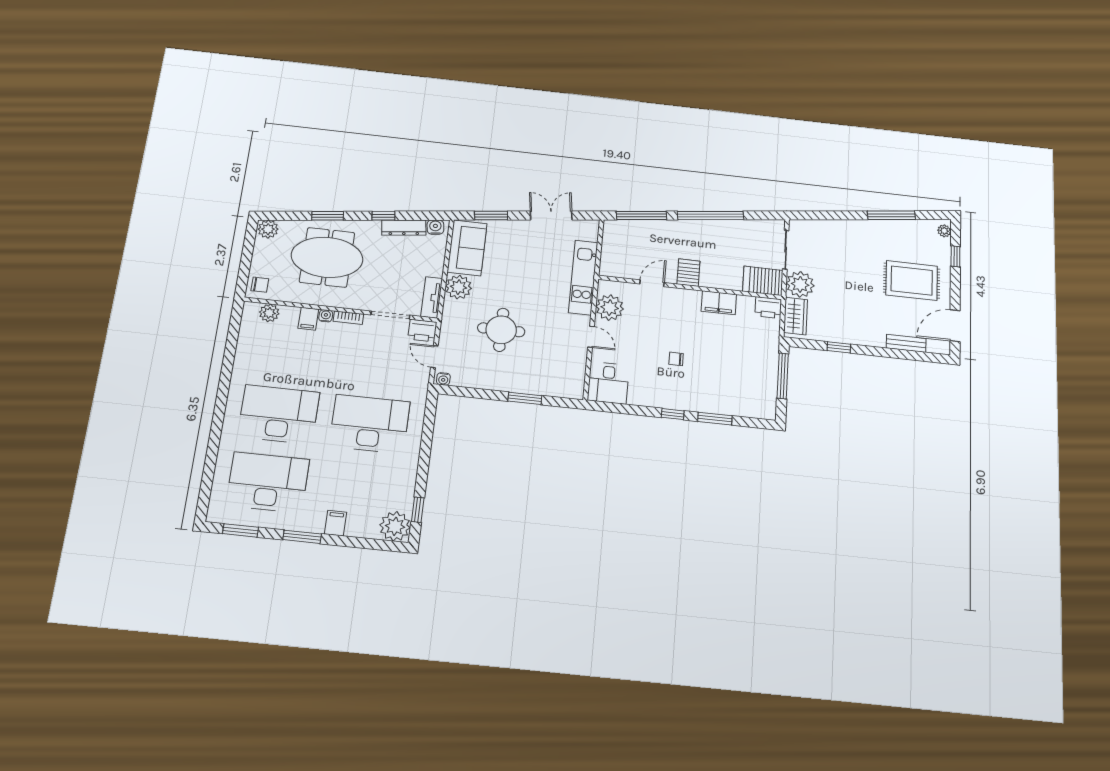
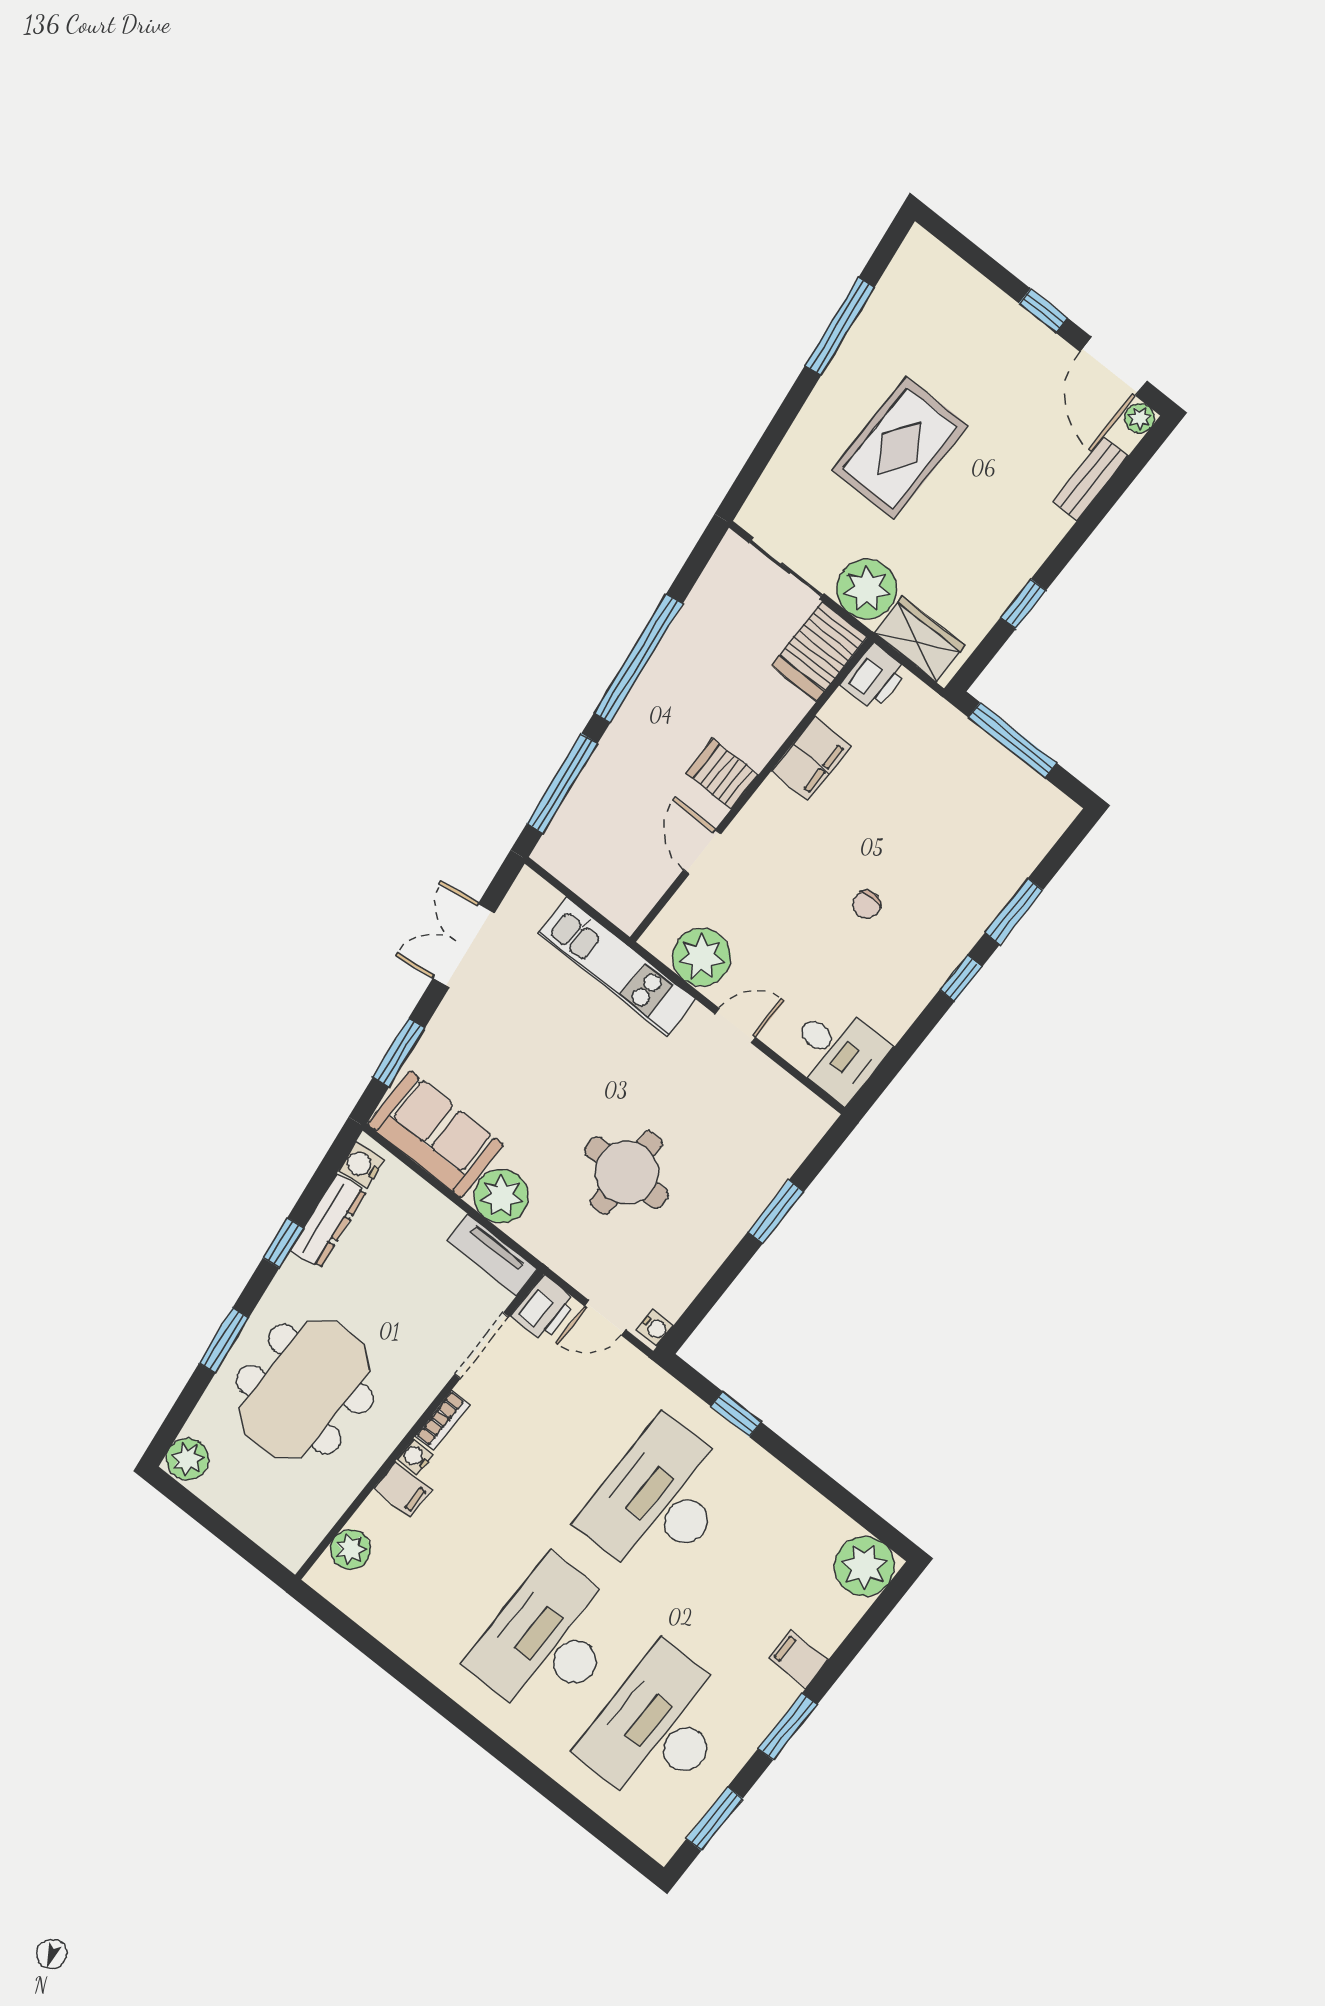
plant: (944, 231) -> (1140, 418), moved
window: (955, 256) -> (1043, 311), moved
rug: (912, 280) -> (900, 448), moved
chair: (260, 285) -> (287, 1535), removed
window: (418, 510) -> (736, 1414), moved

